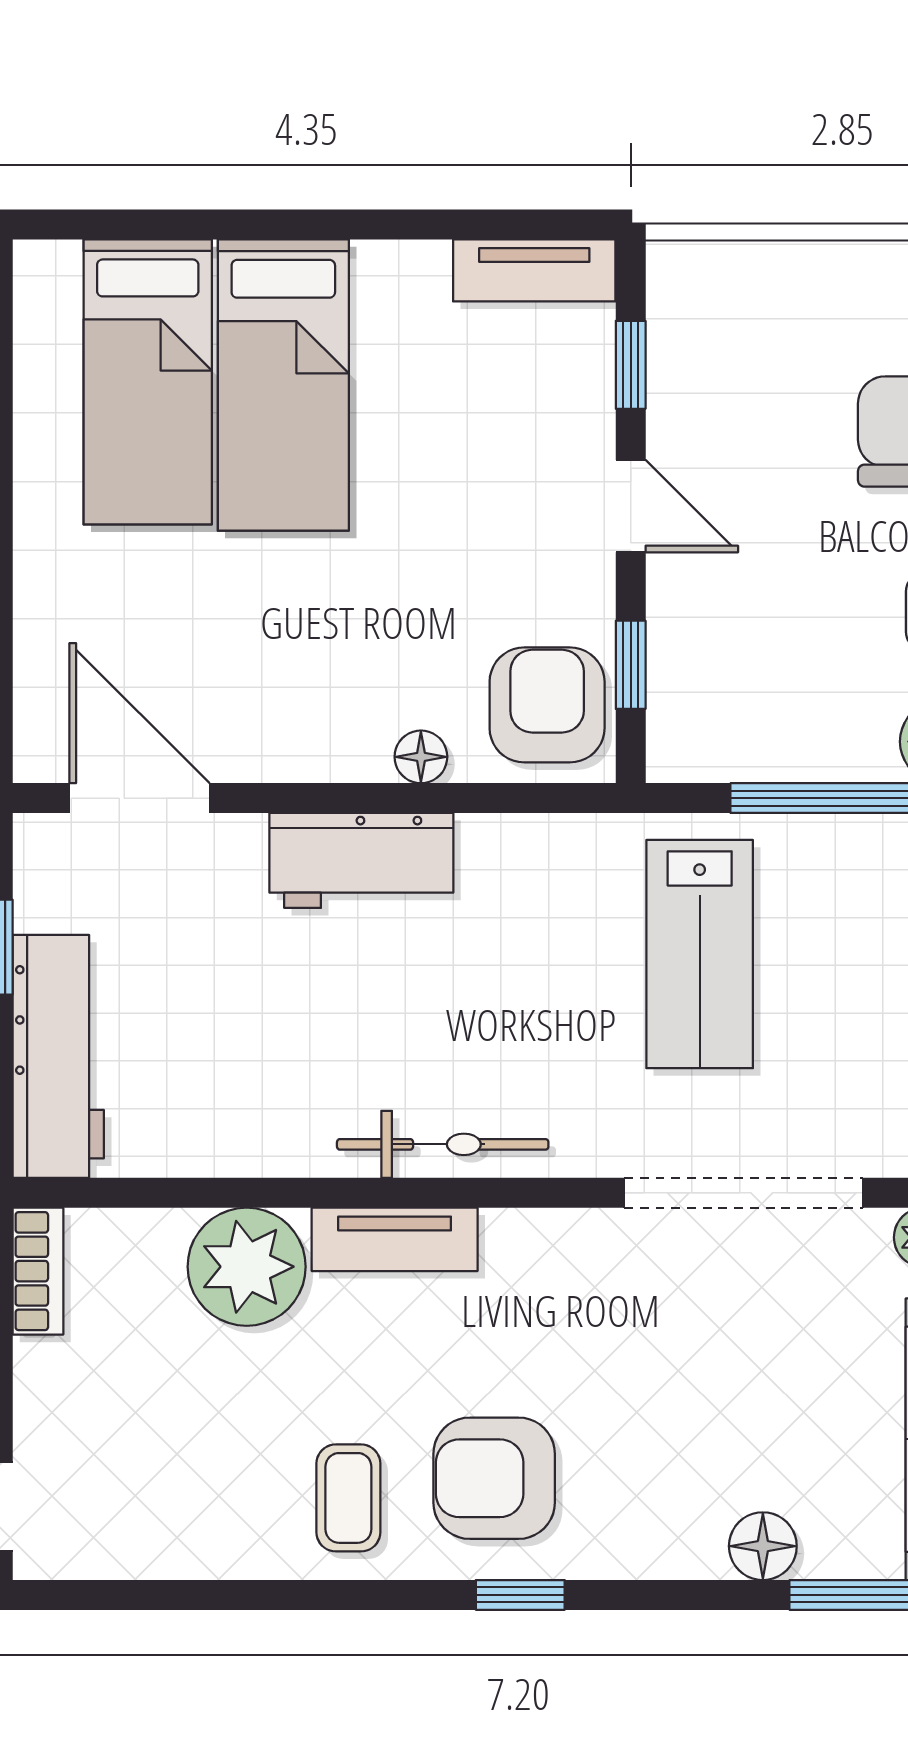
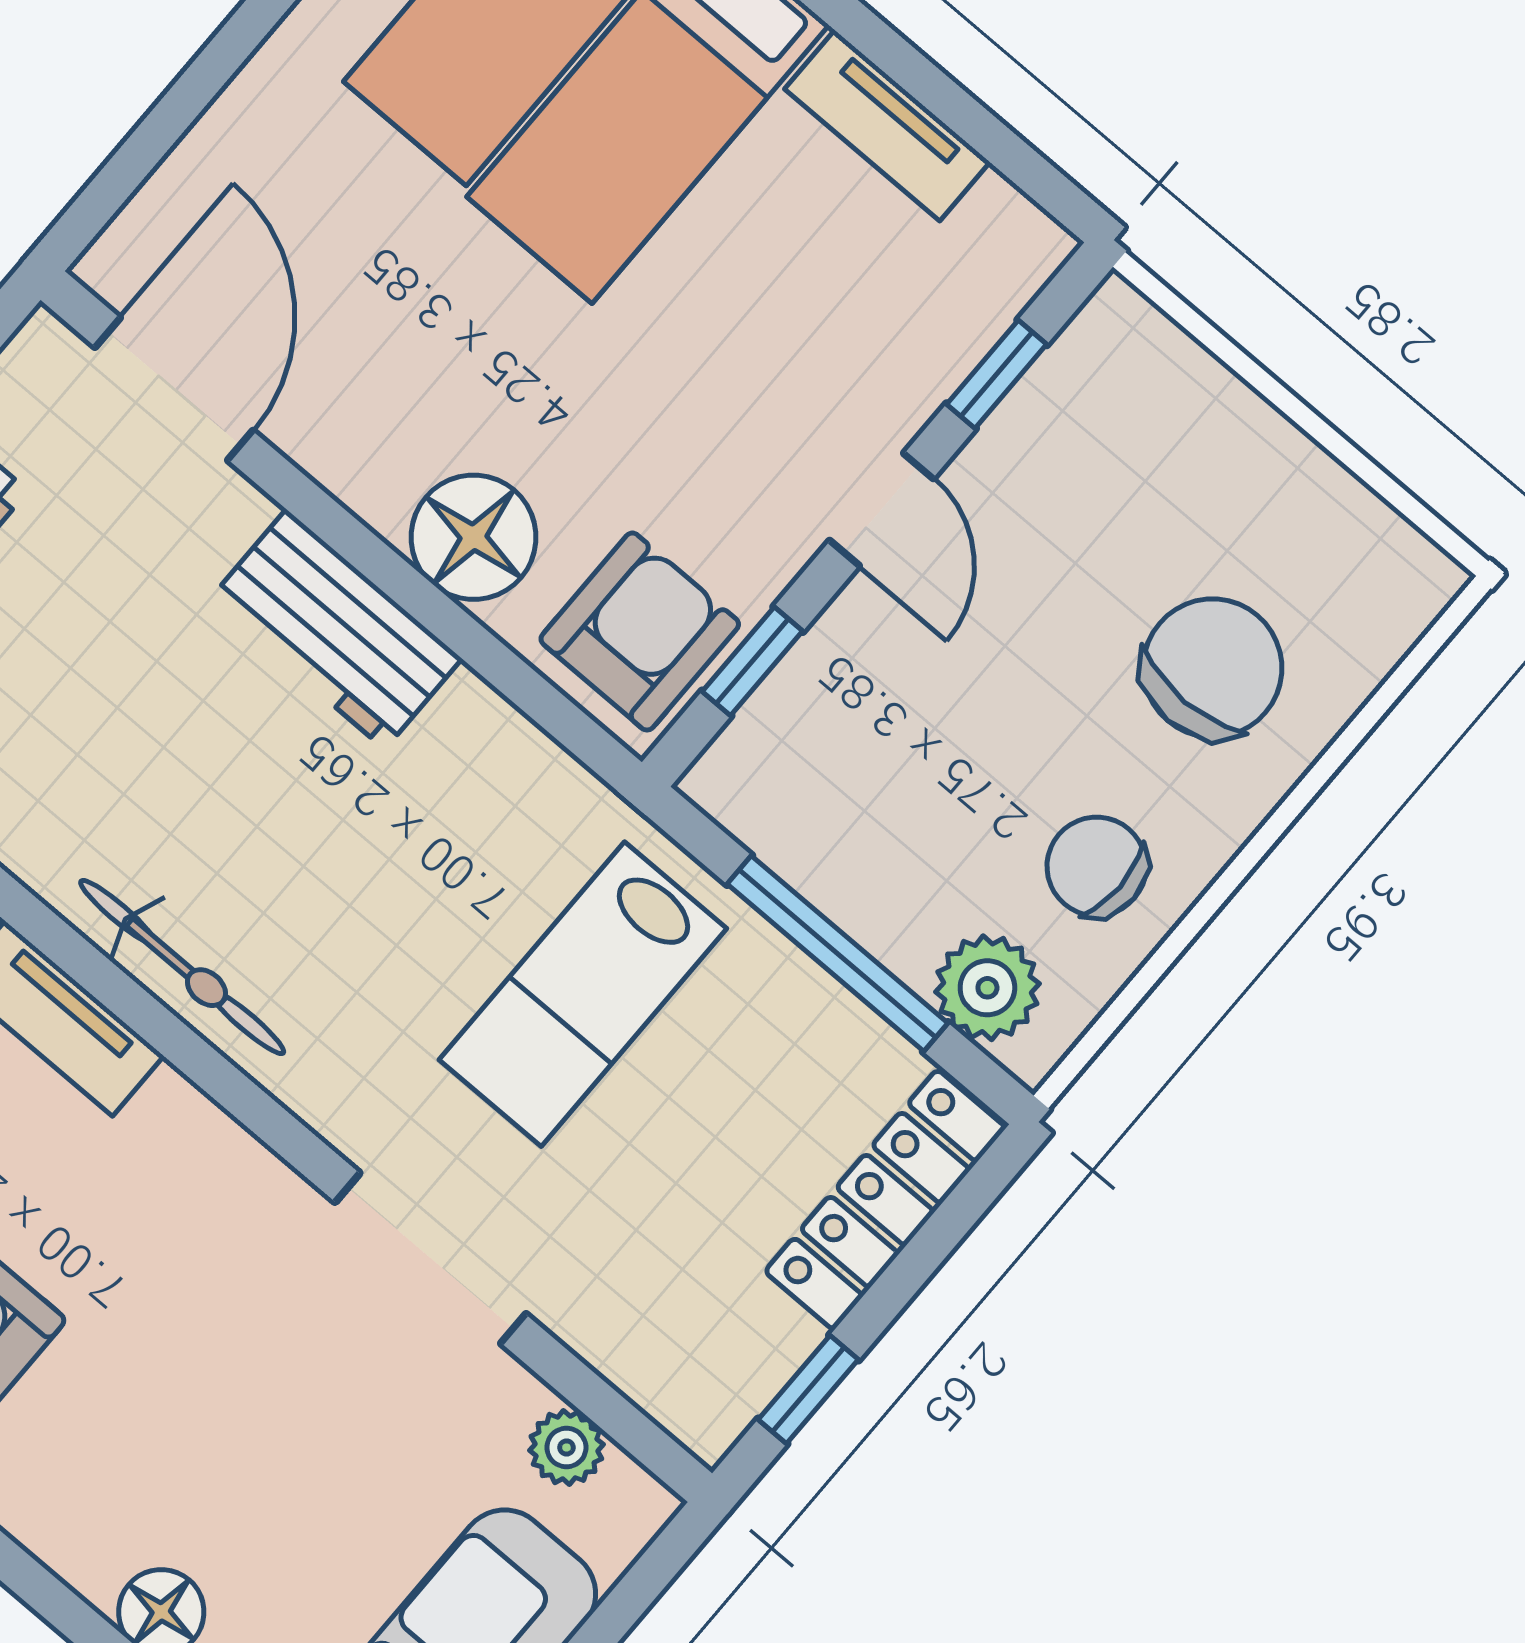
tv unit: (534, 270) -> (887, 126), moved
floor lamp: (421, 757) -> (474, 537), width x1.89, depth x1.89
doorway: (743, 1193) -> (430, 1258), width x0.73

